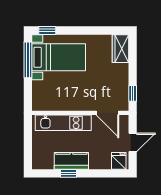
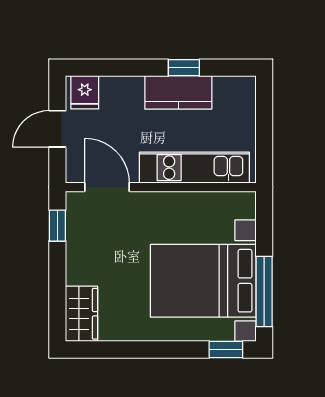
bed with nightstands: (59, 57) -> (203, 281), width x1.36

